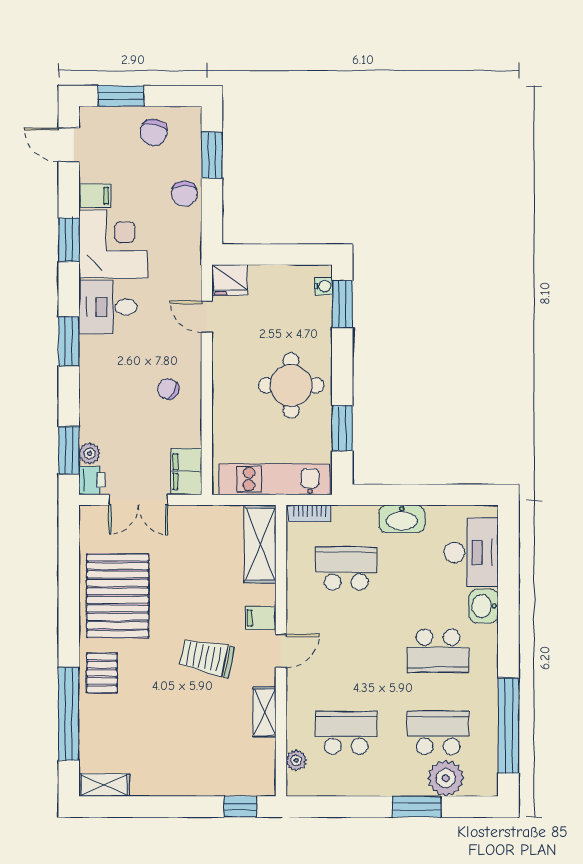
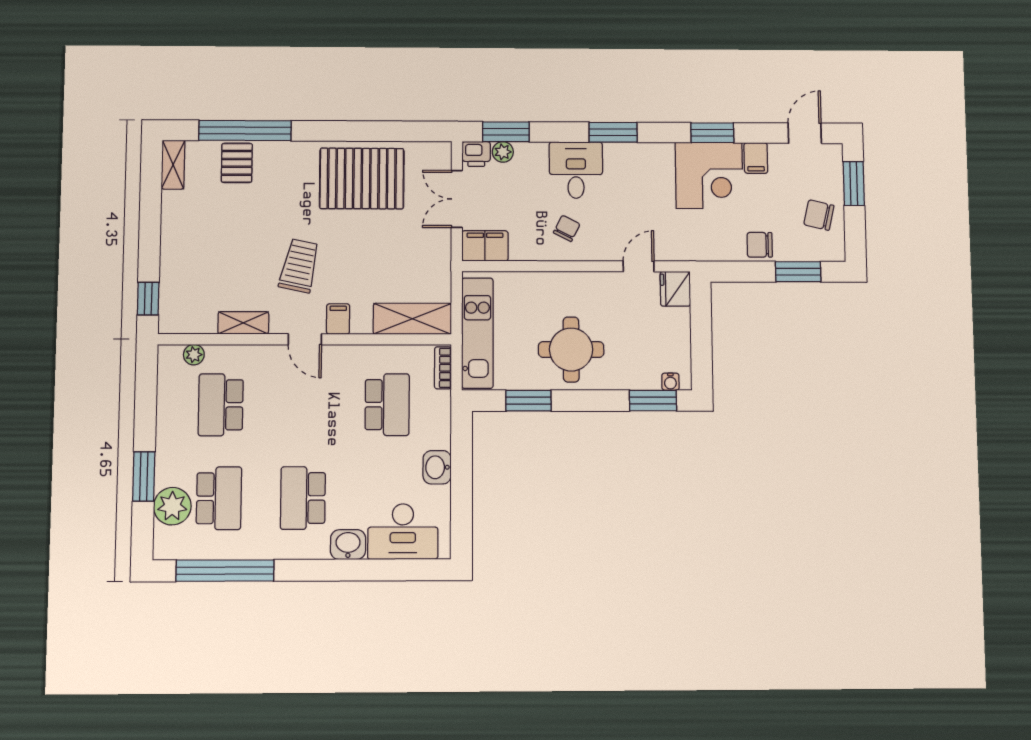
desk: (108, 307) -> (576, 170), moved
washbasin: (402, 519) -> (437, 467), width x0.72
pallet: (102, 673) -> (237, 163), moved, turned 90
school desk: (346, 733) -> (221, 405), turned 180

